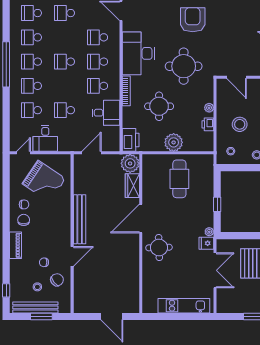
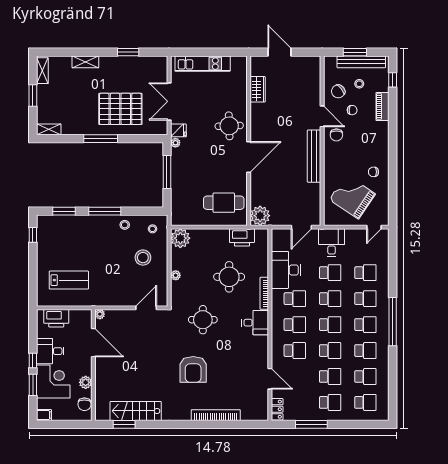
school desk: (65, 37) -> (330, 351), added
desk: (138, 53) -> (255, 323), width x0.53, depth x0.77
round table: (184, 66) -> (203, 320), width x0.73, depth x0.73
door: (237, 77) -> (146, 308), hinge flipped
school desk: (65, 86) -> (330, 299), added
desk: (106, 113) -> (286, 270), width x1.37
printer: (208, 124) -> (177, 257), removed
desk: (45, 138) -> (332, 242), moved
printer: (131, 140) -> (242, 237), moved, turned -90
plant: (174, 142) -> (180, 238), moved
cafe table: (179, 179) -> (224, 203), moved, turned 90
wardrobe: (132, 186) -> (258, 89), moved
window: (217, 204) -> (167, 172), width x2.17
chair: (24, 220) -> (336, 135), moved
piano: (16, 245) -> (383, 106), moved
door: (72, 256) -> (322, 116), swing flipped

